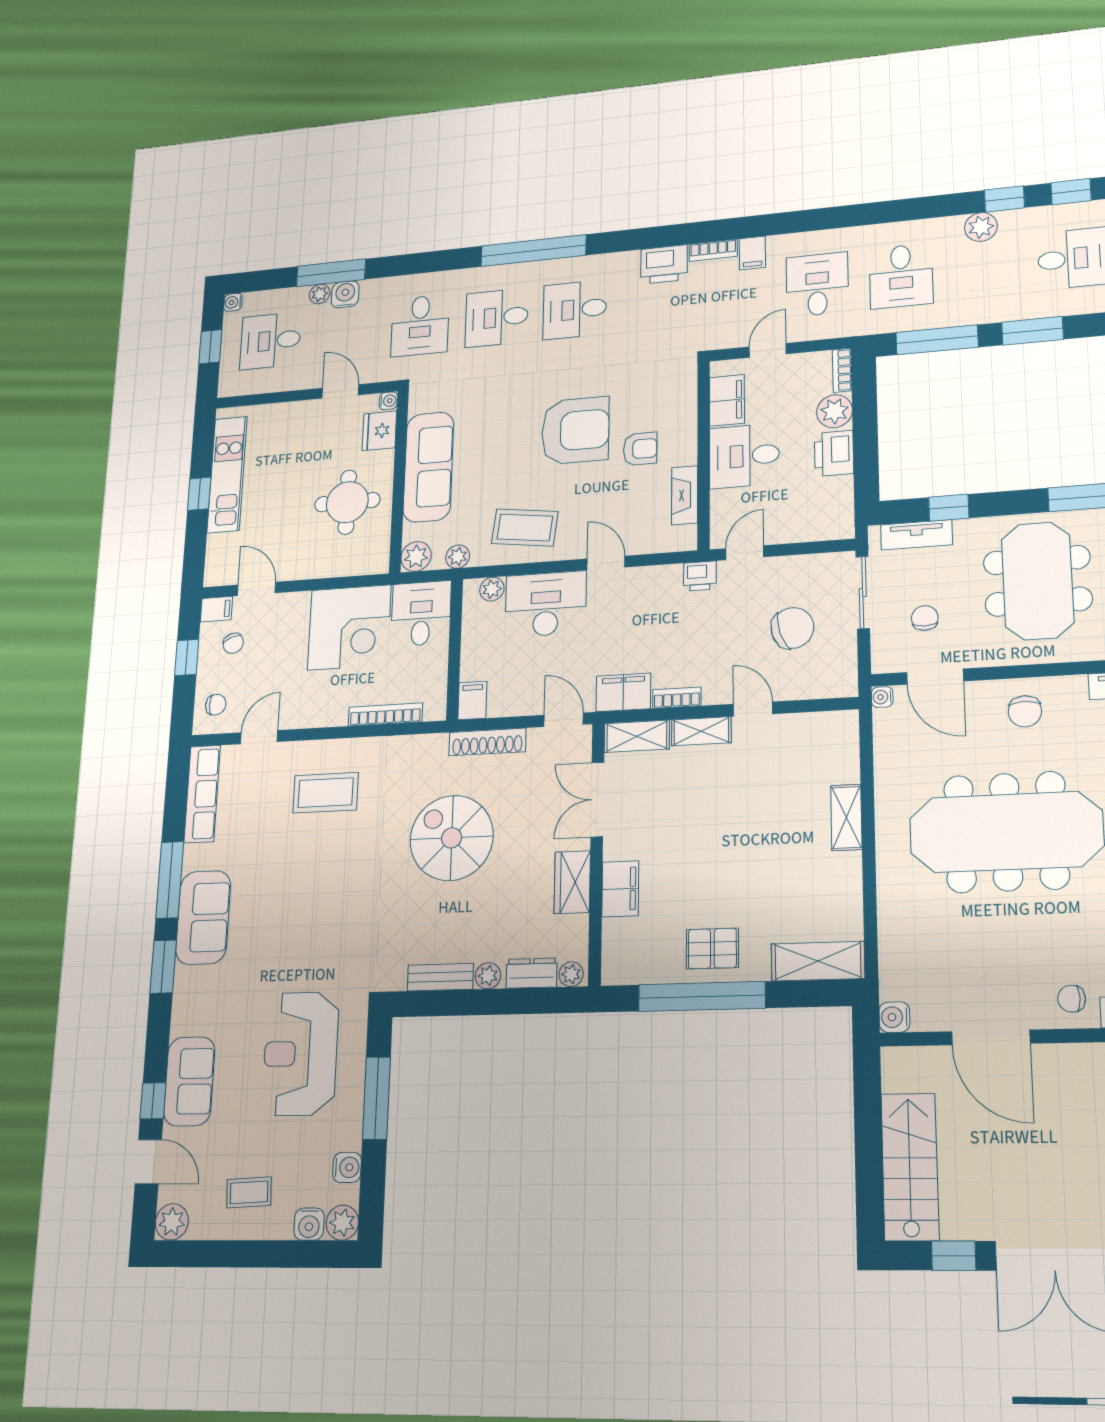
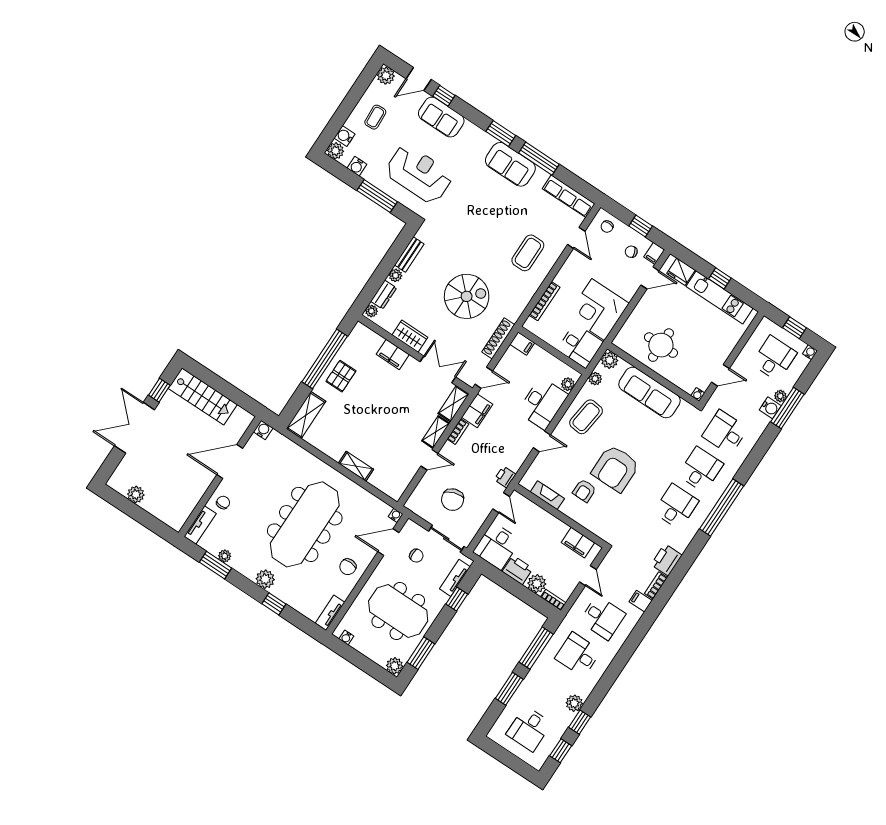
fridge: (379, 431) -> (681, 272), moved, turned 180
desk: (744, 456) -> (497, 546), moved, turned 180
chair: (1025, 711) -> (348, 567), turned -88

